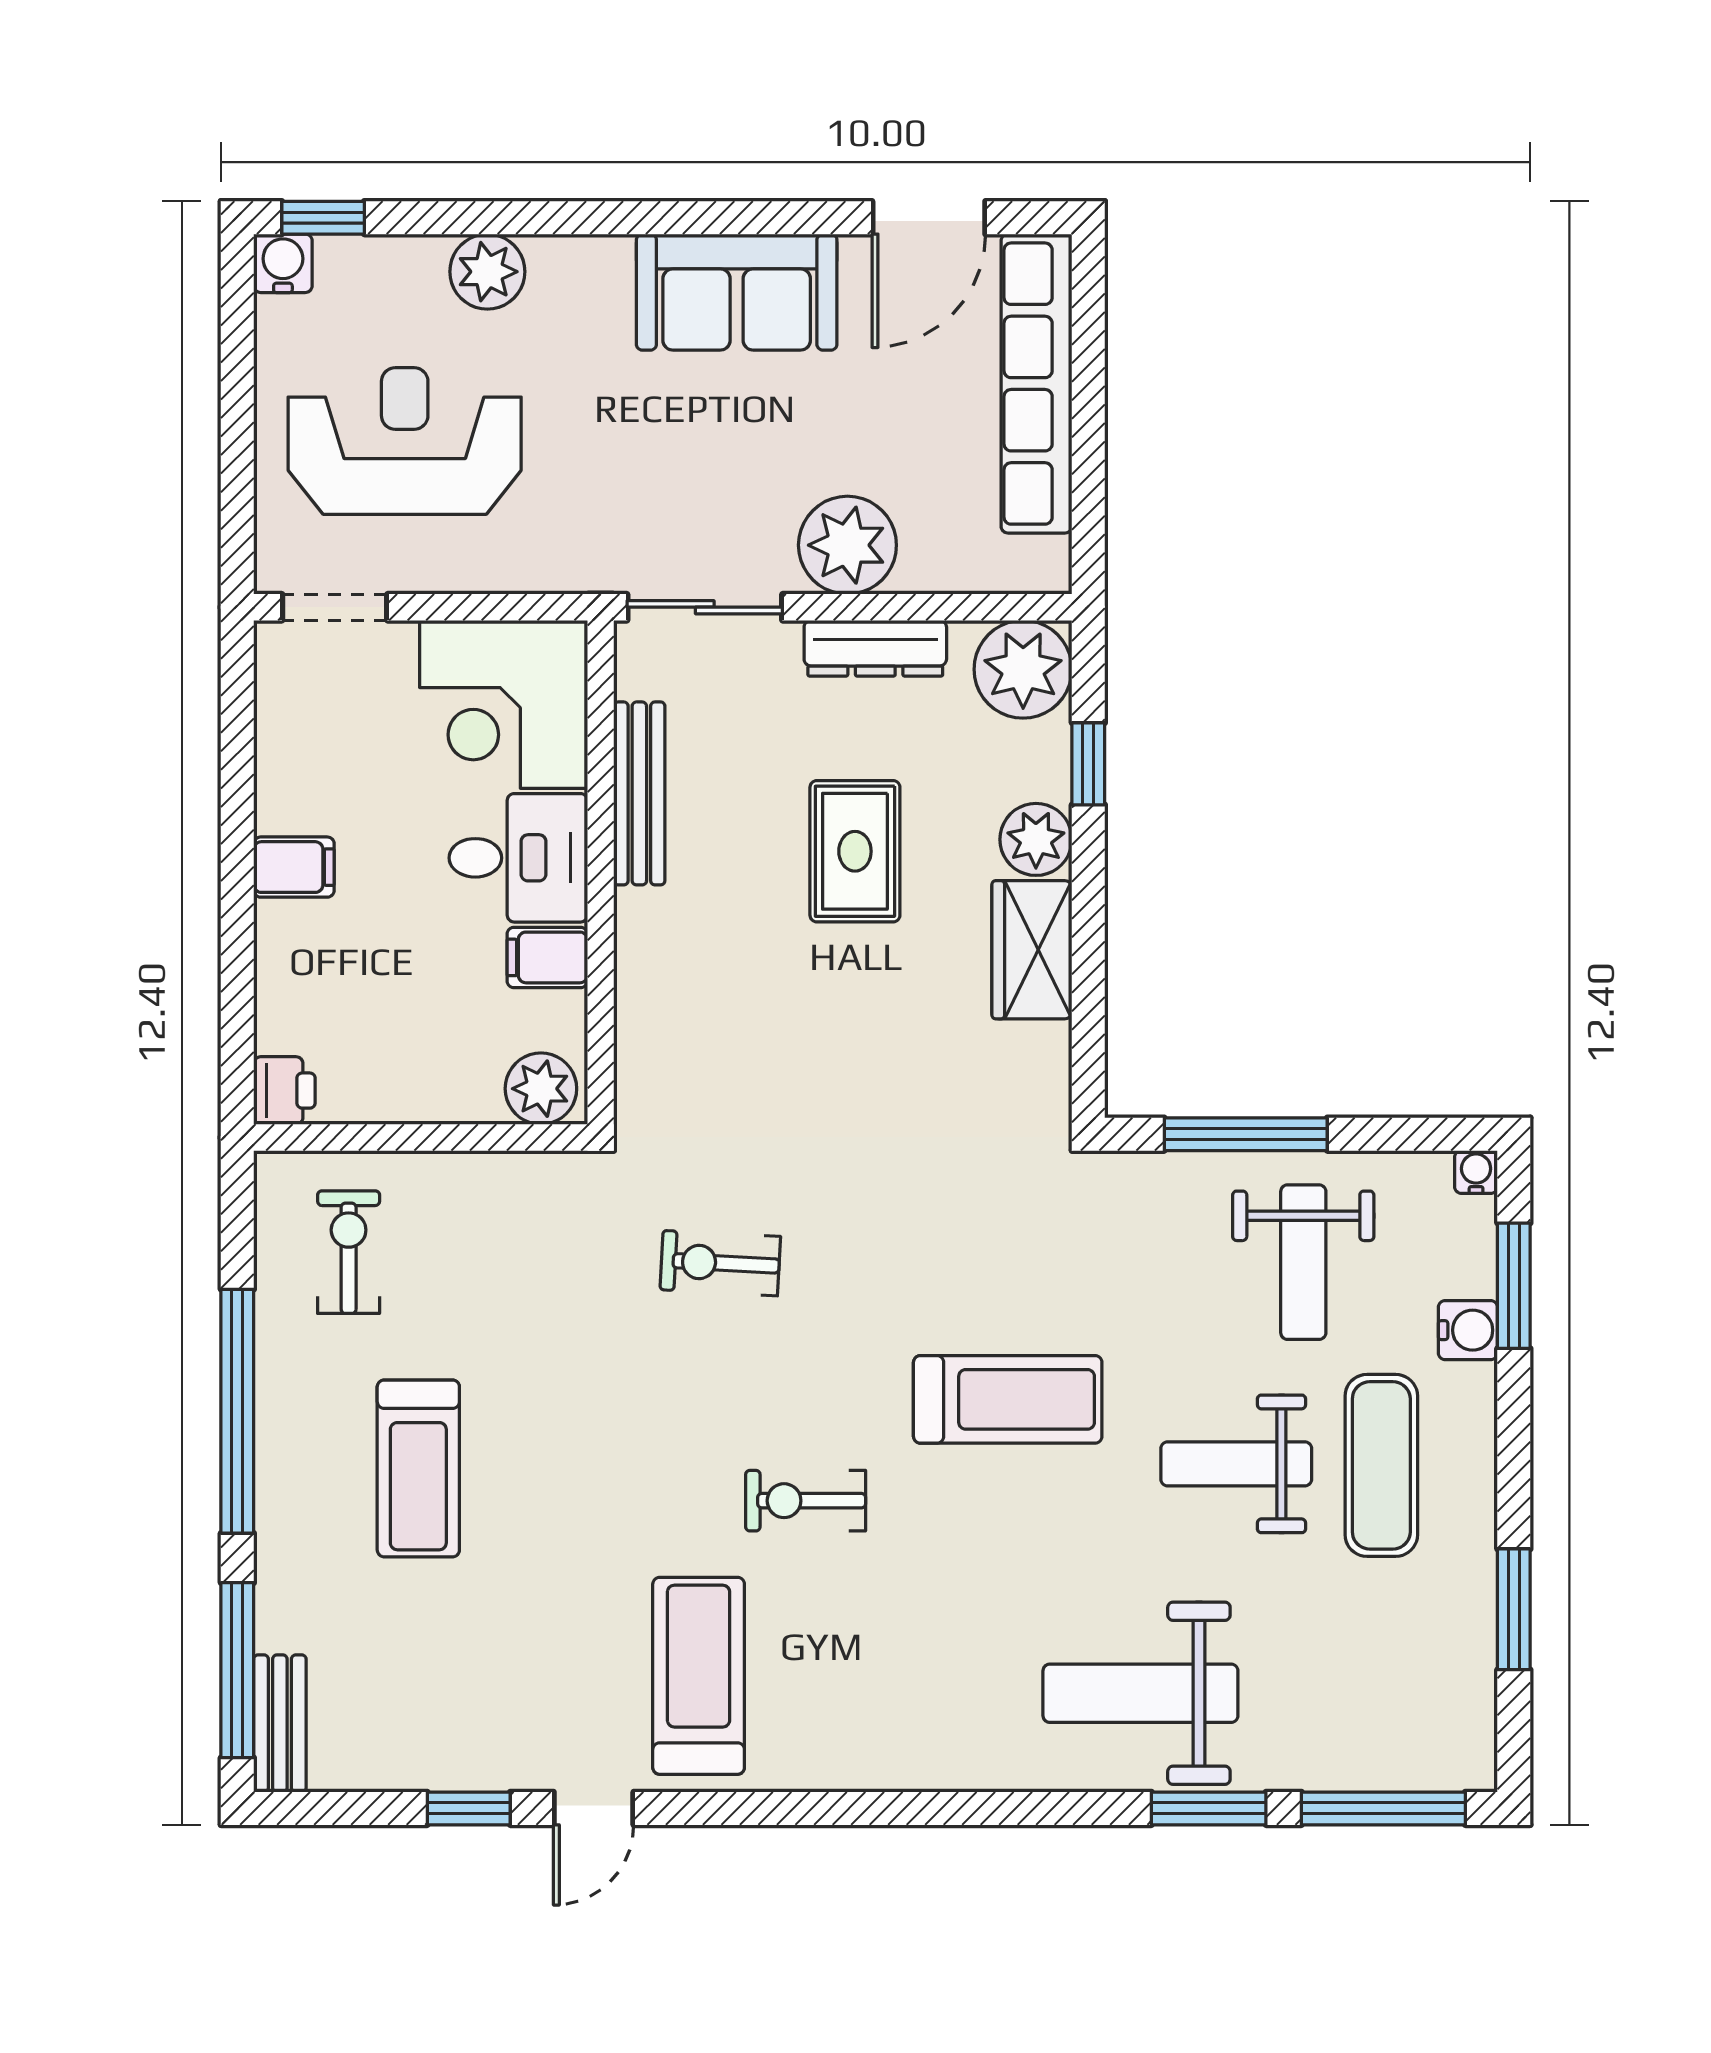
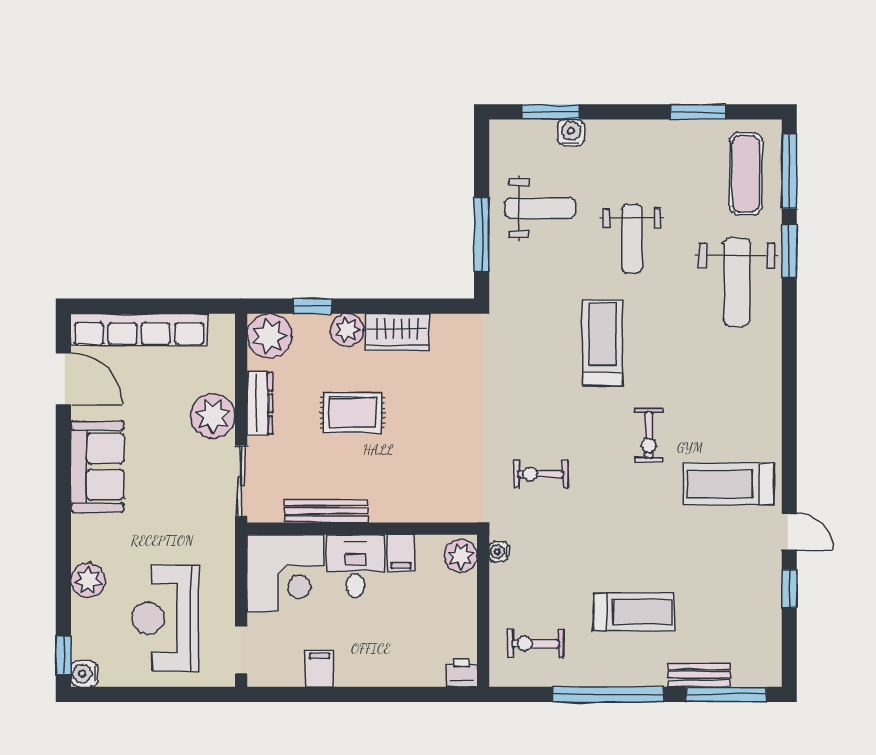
filing cabinet: (294, 867) -> (320, 669), moved
water cooler: (1476, 1172) -> (499, 552), moved
exercise bike: (720, 1263) -> (540, 474), turned 87
exercise mat: (1381, 1465) -> (746, 174), moved, turned 90
bench: (280, 1724) -> (699, 675), moved

